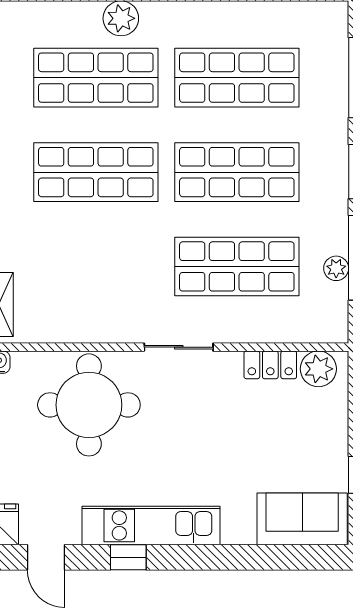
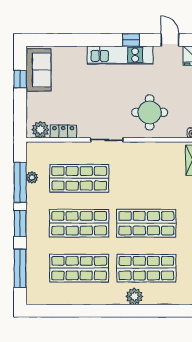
round table: (89, 405) -> (150, 112), width x0.73, depth x0.73
sofa: (302, 519) -> (38, 70), moved, turned -90

